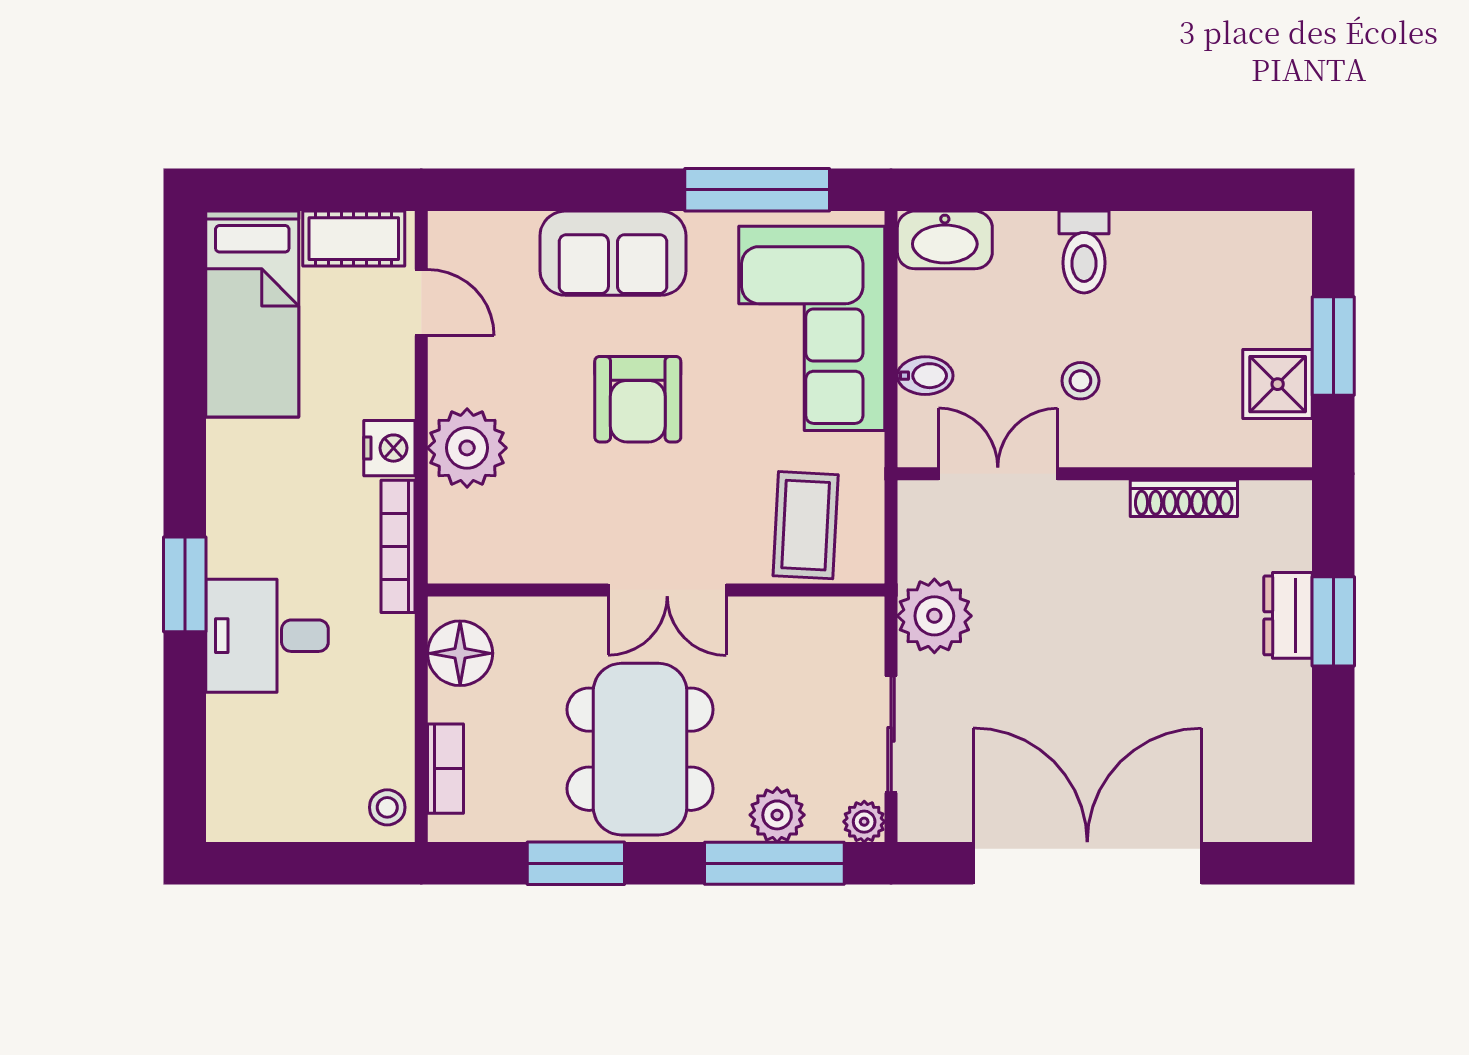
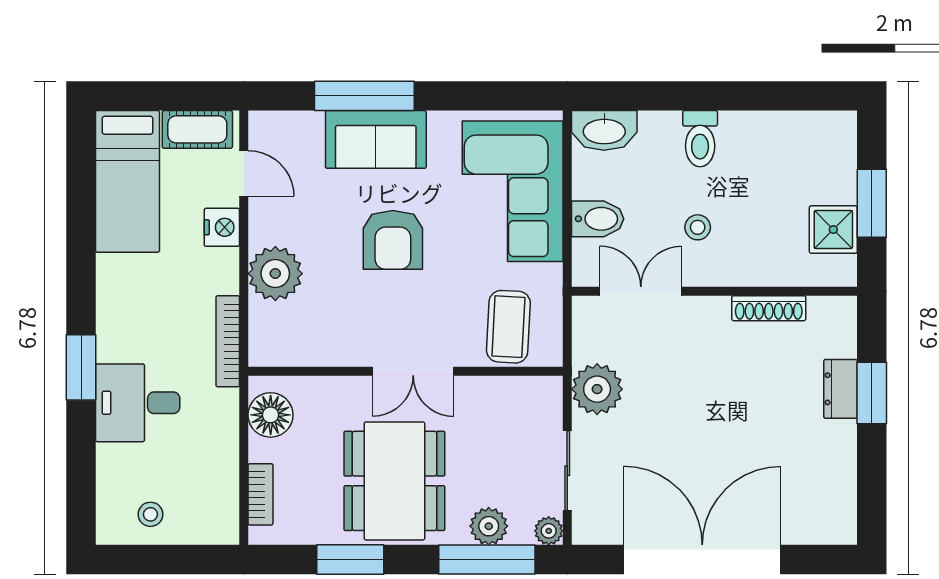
window: (757, 190) -> (364, 96), moved
bidet: (925, 376) -> (598, 219), width x1.38, depth x1.36
nightstand: (389, 448) -> (222, 227), moved
stool: (387, 807) -> (150, 514), moved

